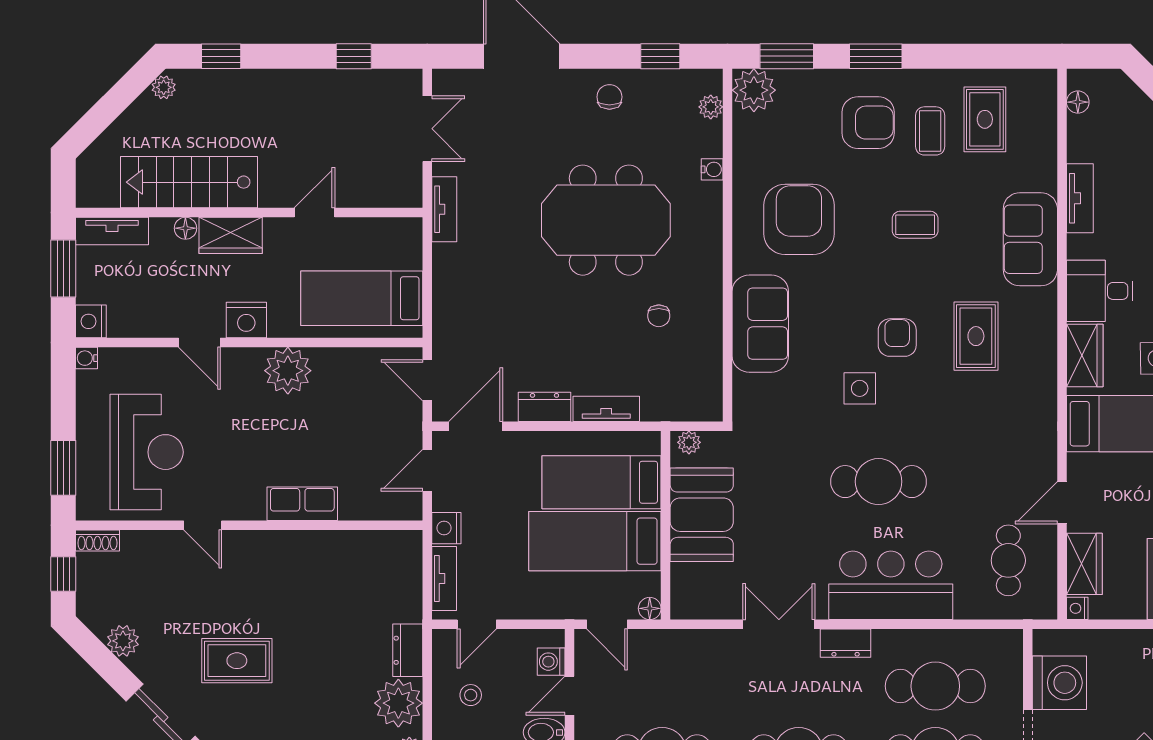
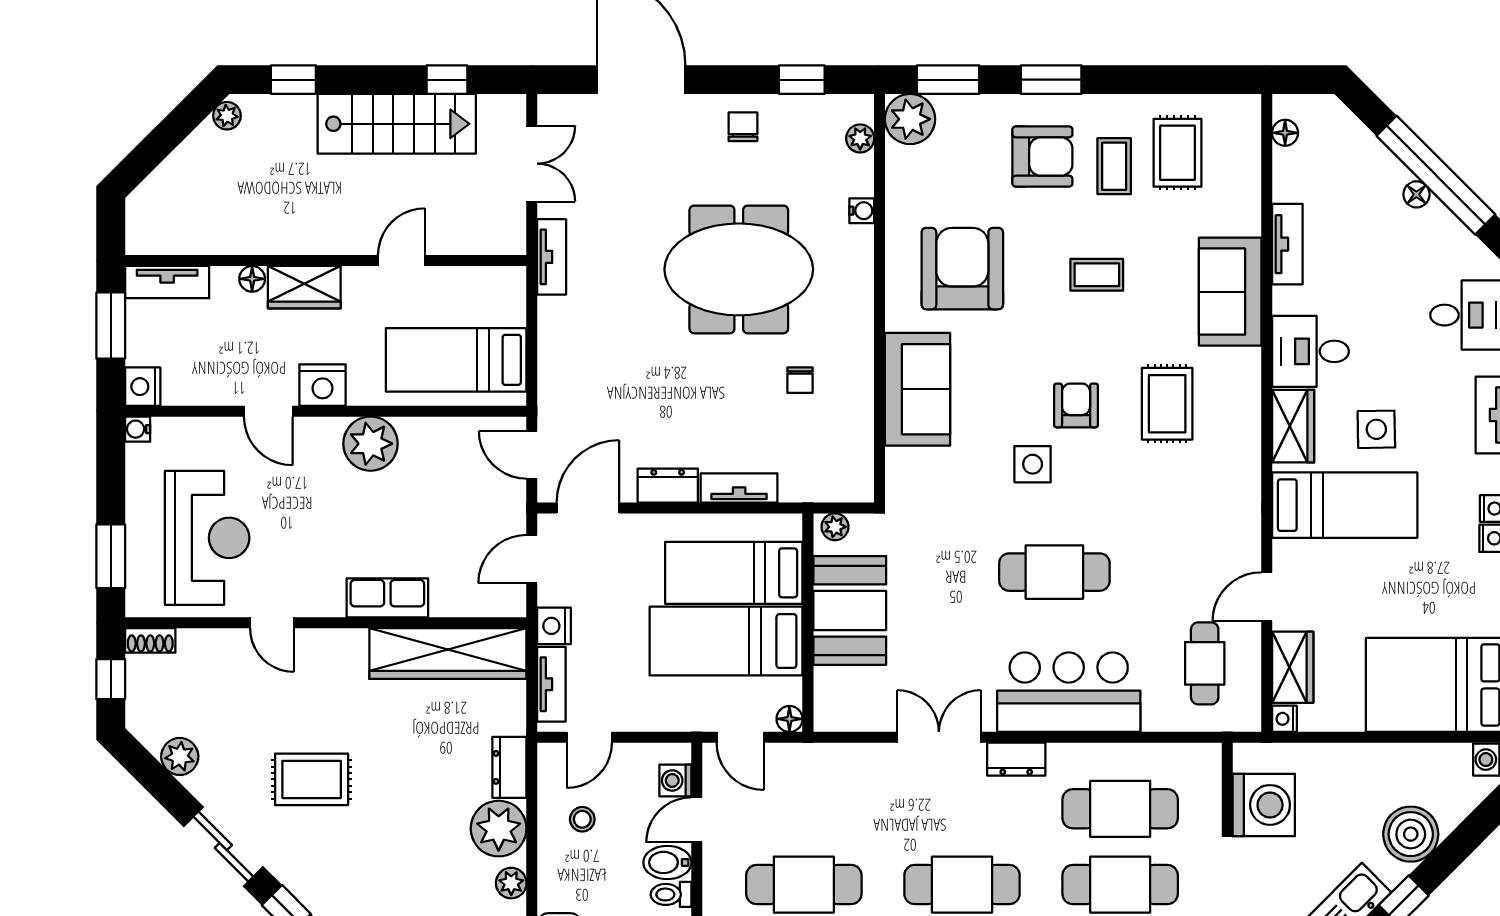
stairs: (189, 182) -> (397, 124), moved, turned 180
wardrobe: (355, 552) -> (448, 653), added

